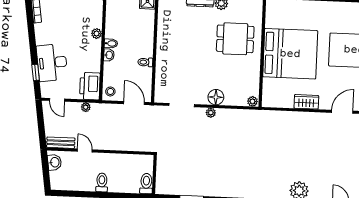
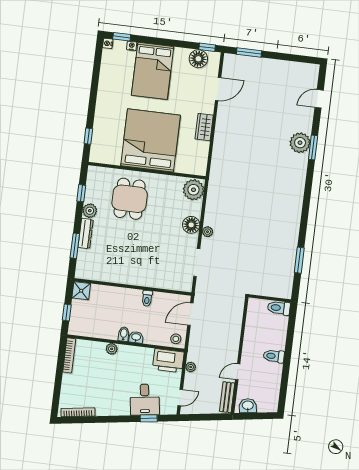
desk: (52, 63) -> (145, 400), width x0.73
plant: (252, 101) -> (193, 190), width x1.88, depth x1.88
door: (342, 112) -> (218, 89), swing flipped

